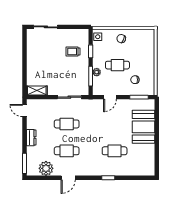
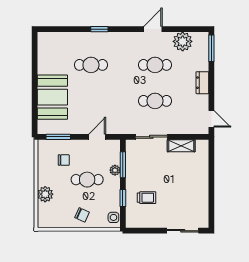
plant: (149, 54) -> (45, 194), added
shelving: (37, 90) -> (181, 146), moved

